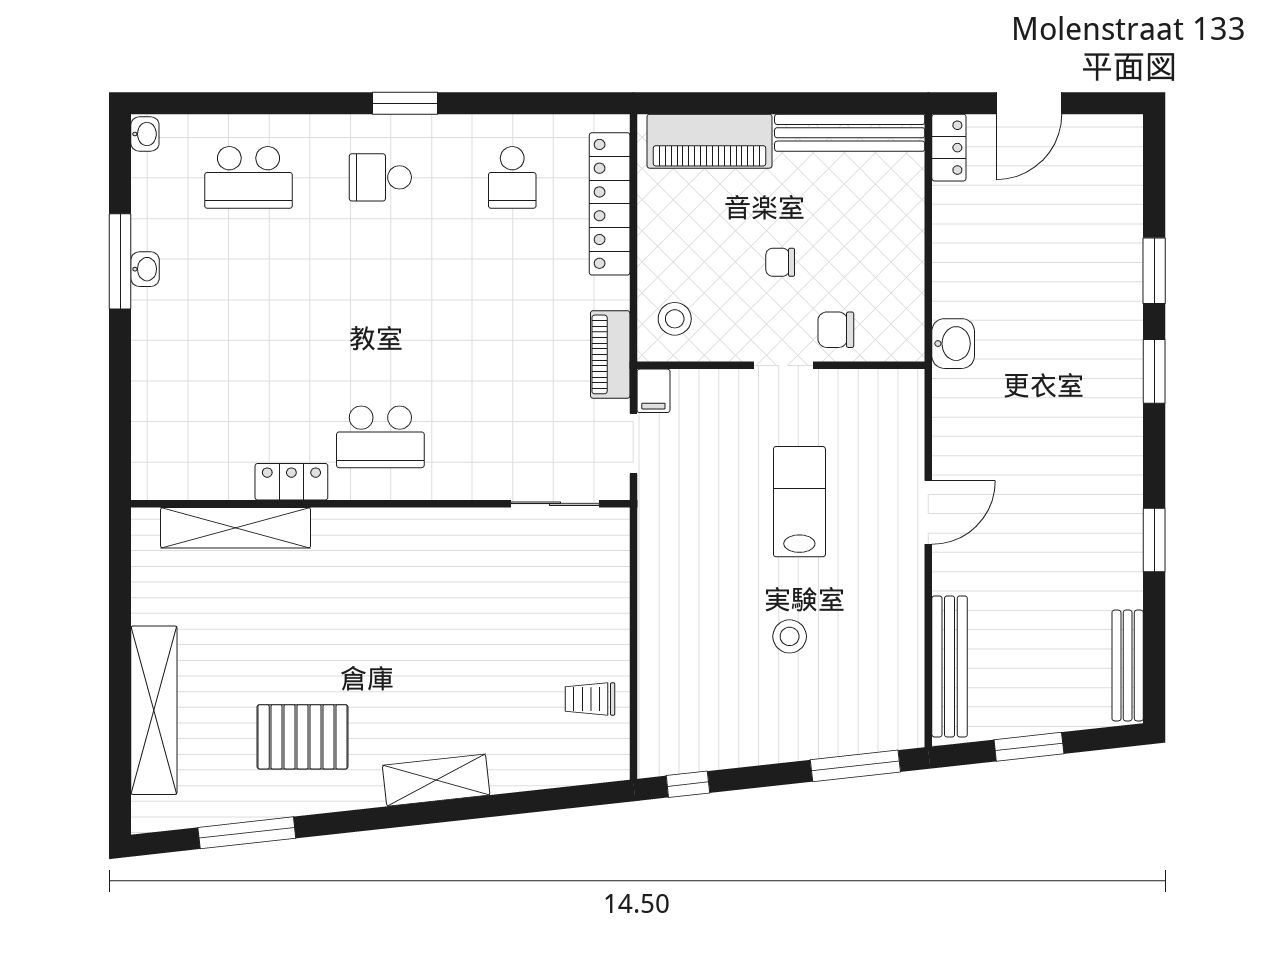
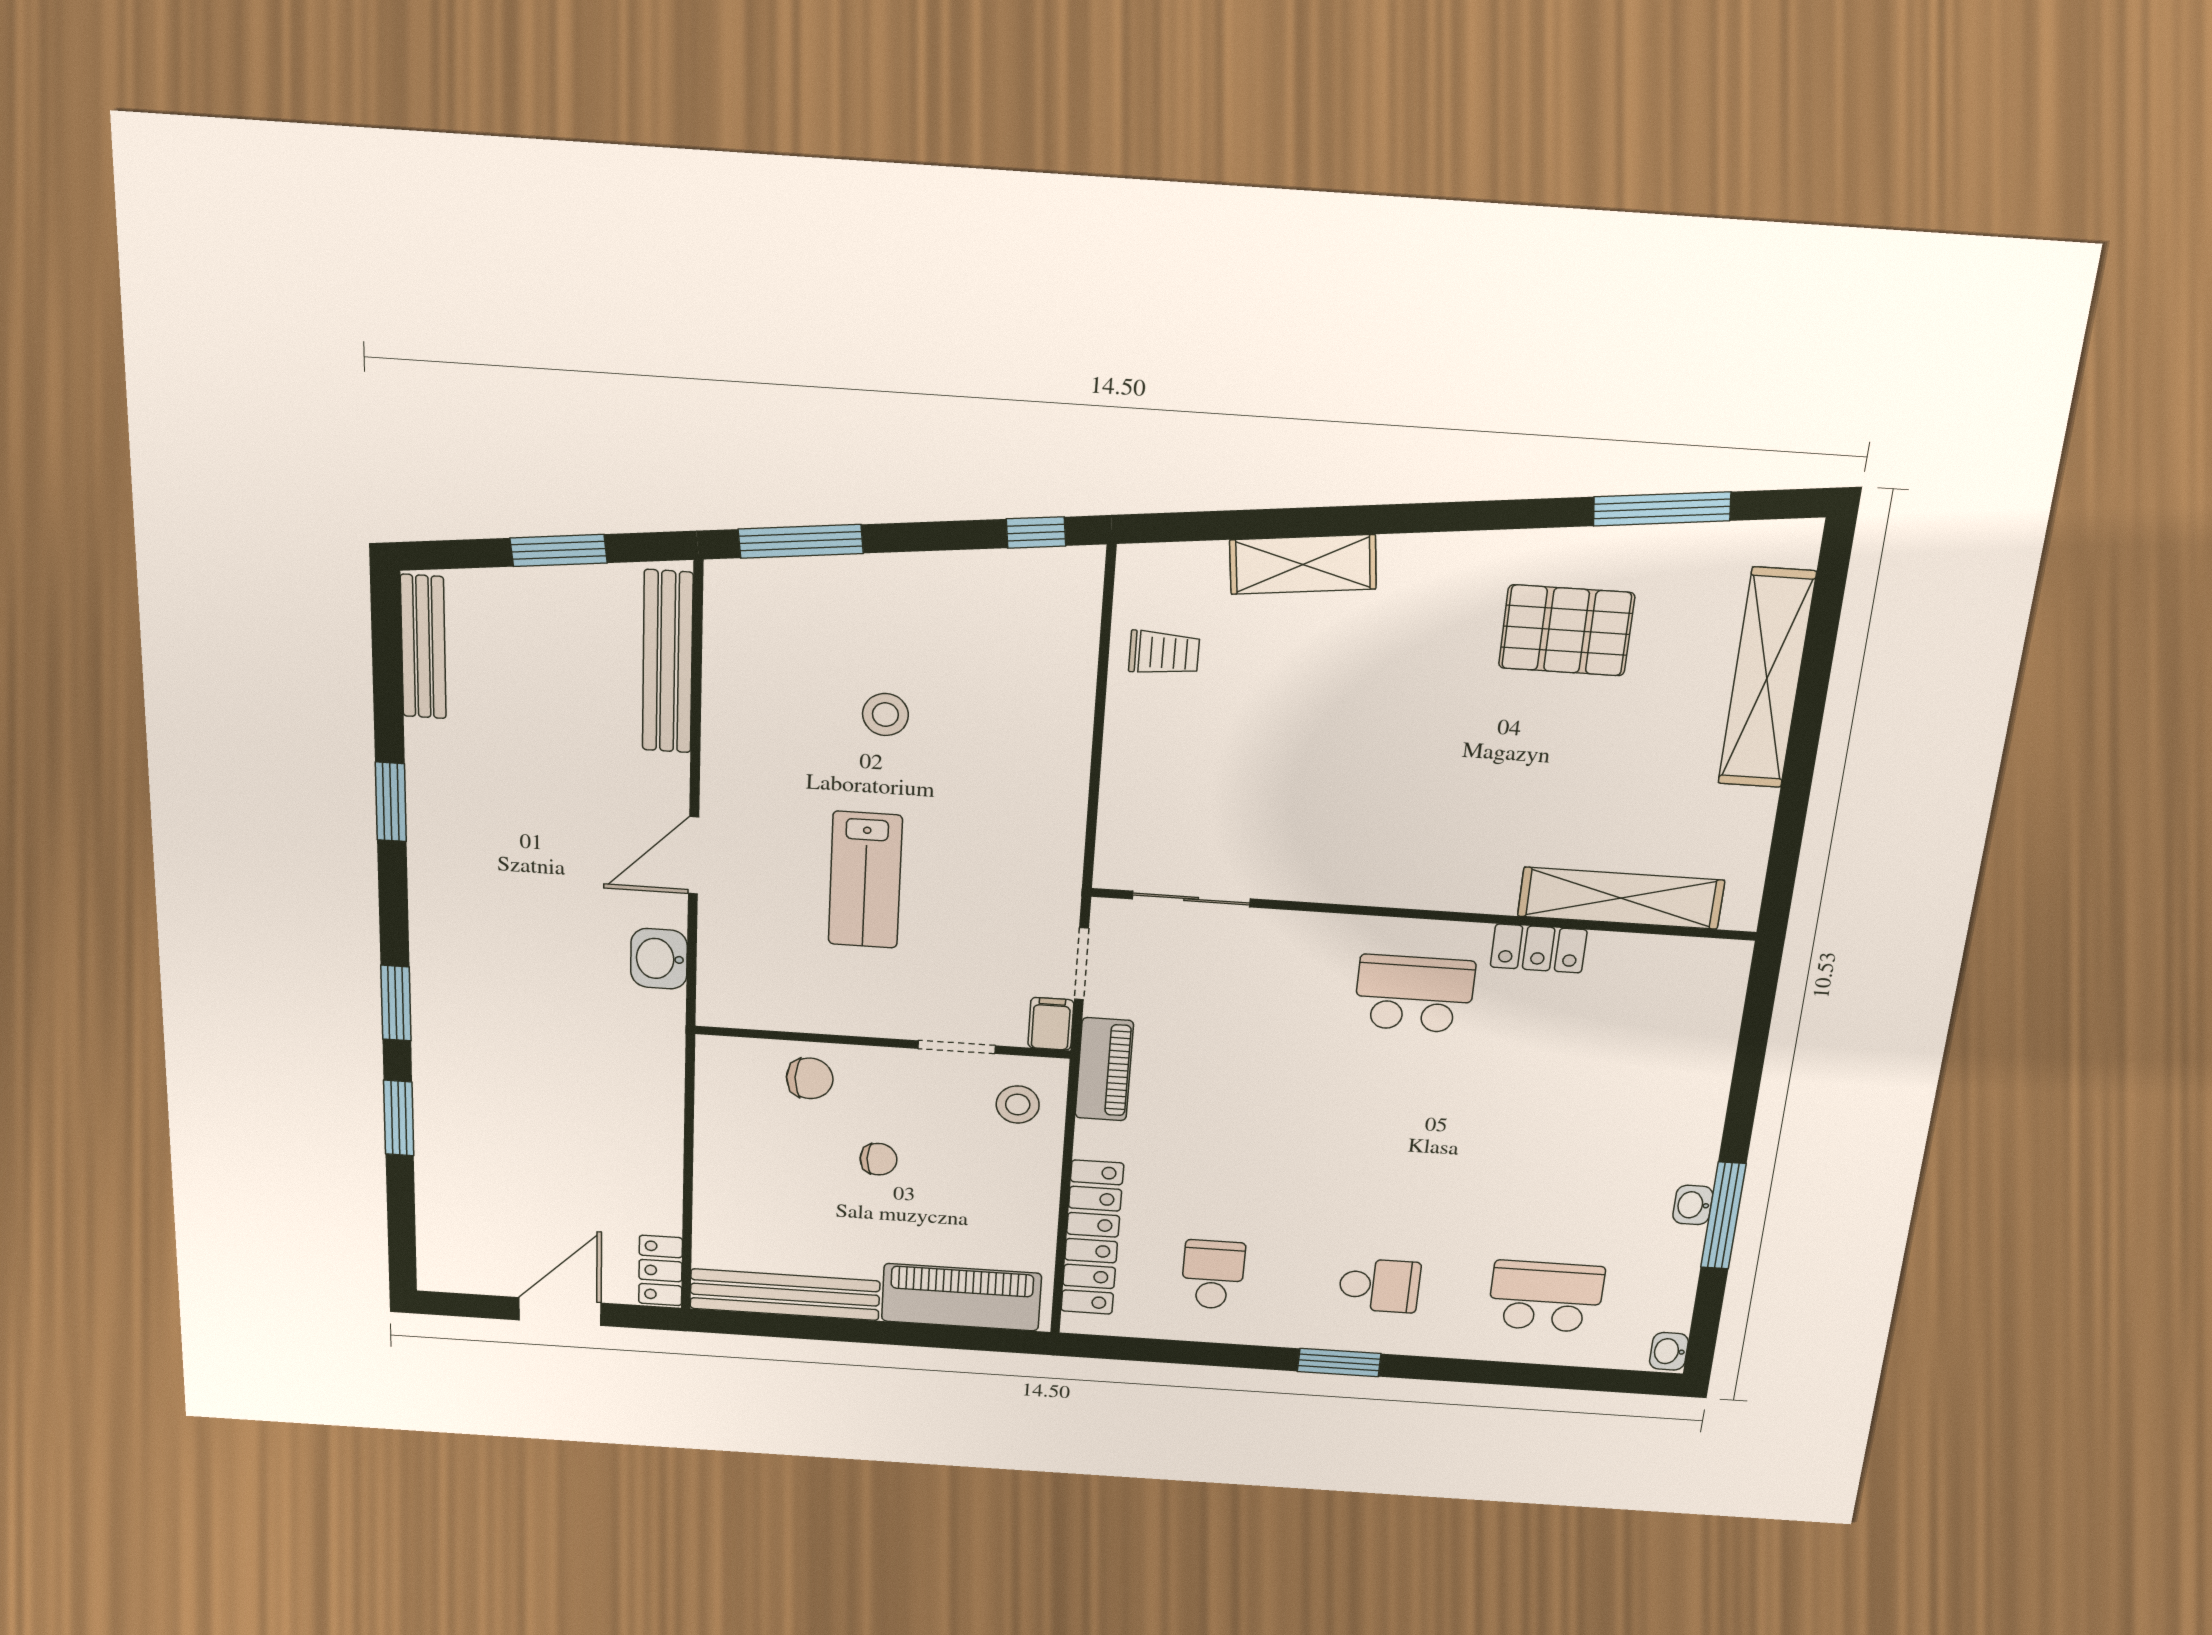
washbasin: (953, 344) -> (659, 959), moved
doorway: (784, 365) -> (957, 1047), moved
shelving: (436, 780) -> (1303, 564), moved

